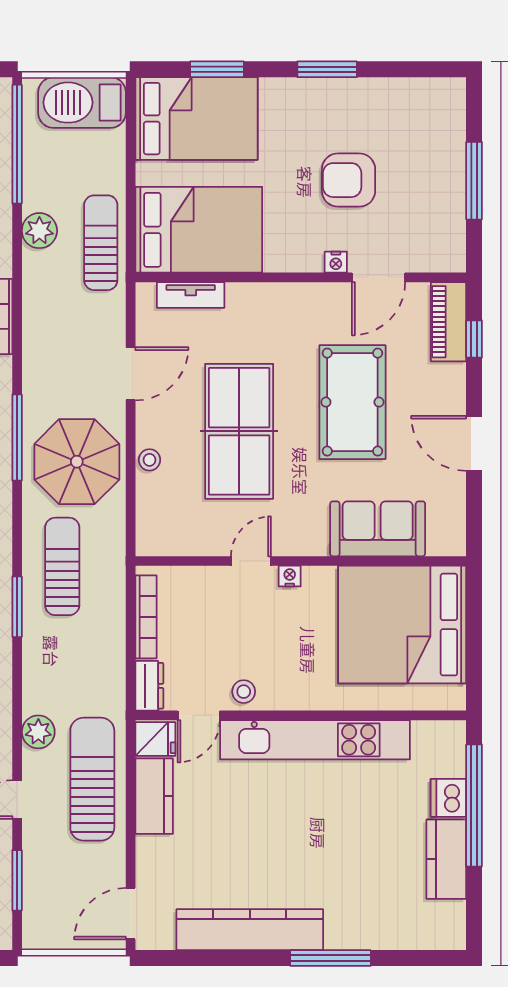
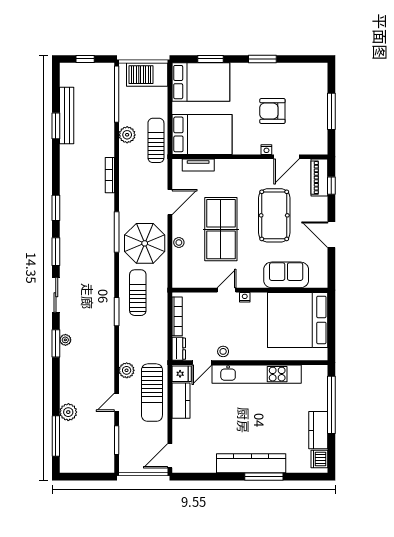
sun lounger: (92, 779) -> (152, 393), turned 180
dishwasher: (448, 798) -> (319, 459), moved
kitchen counter: (250, 930) -> (251, 463), moved

